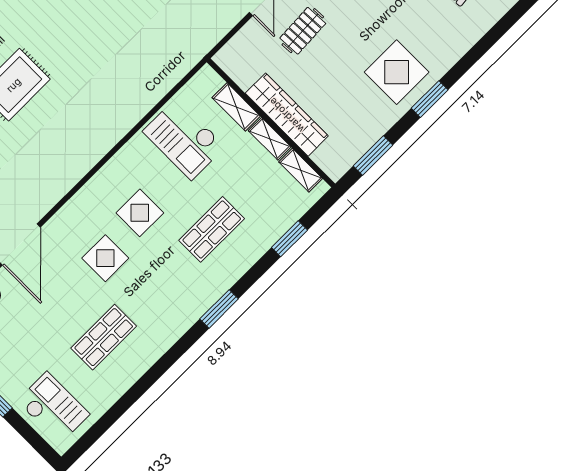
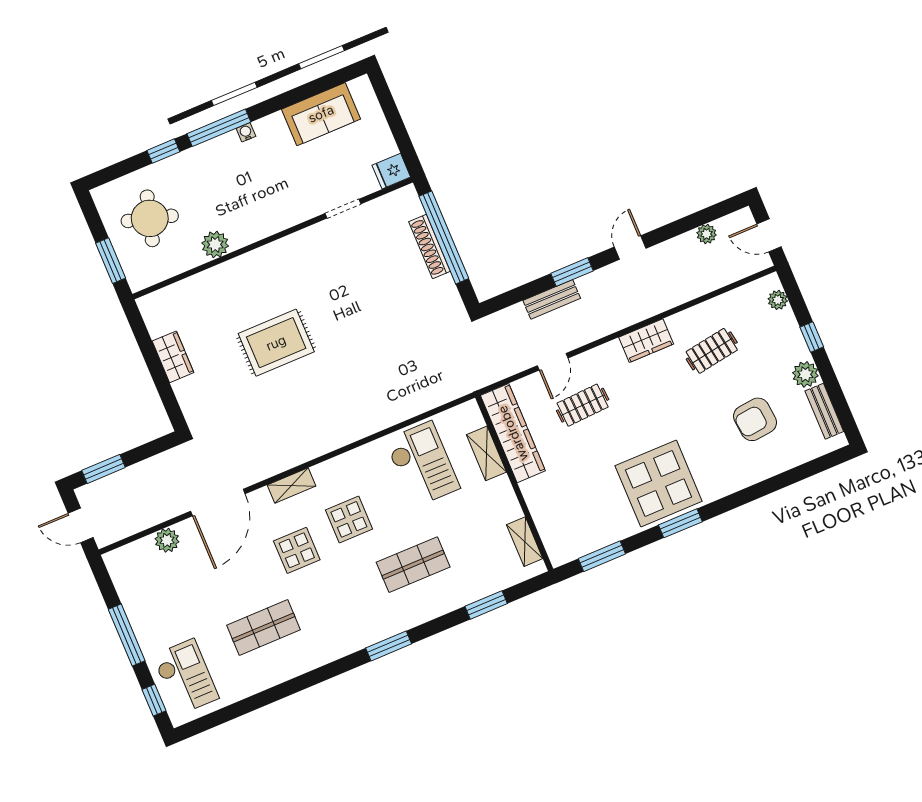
display table: (397, 72) -> (659, 483), width x1.36, depth x1.36
wardrobe: (287, 115) -> (513, 433), moved
checkout: (184, 139) -> (422, 464), turned 180
shelving: (270, 139) -> (291, 486), moved, turned 90
window: (34, 439) -> (154, 700), added

